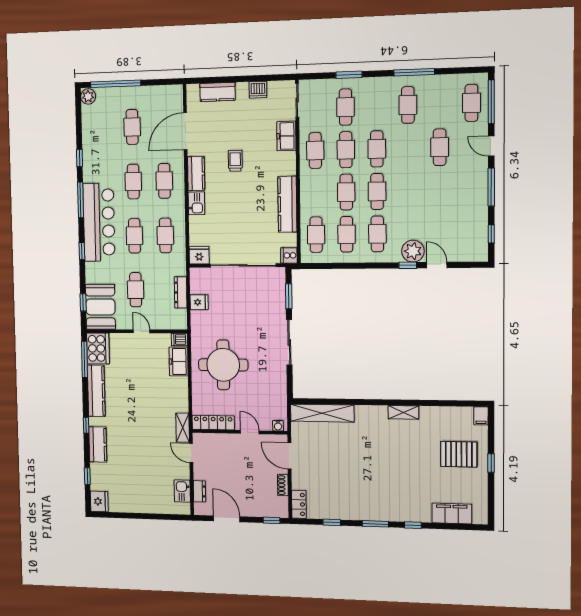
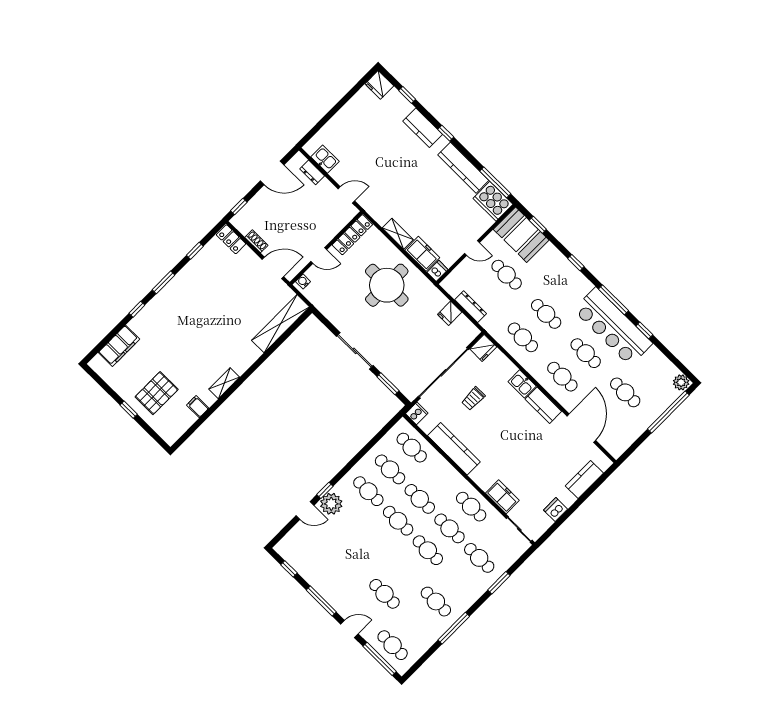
trolley: (235, 161) -> (473, 399), moved, turned 89
bar counter: (99, 222) -> (613, 327), moved
filing cabinet: (481, 416) -> (198, 407), moved
shelving: (183, 428) -> (398, 234), moved

